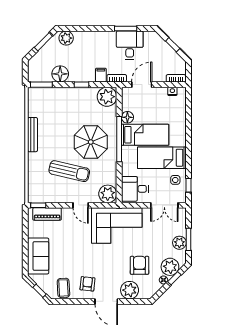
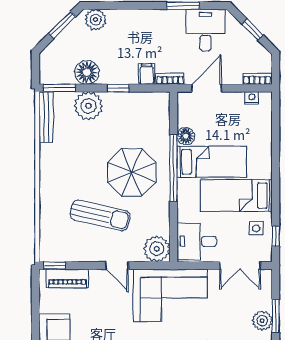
desk: (130, 45) -> (205, 30), moved
plant: (107, 97) -> (88, 106), moved
bench: (33, 135) -> (46, 117), moved

